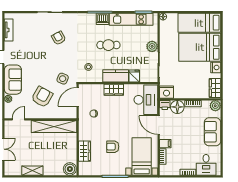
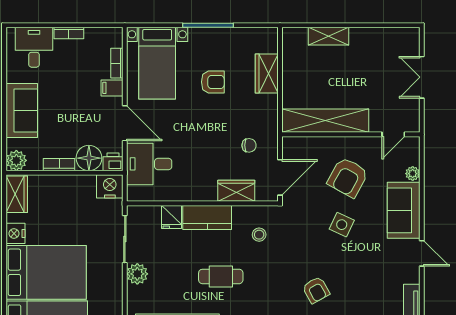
side table: (63, 79) -> (342, 225), moved
wardrobe: (114, 90) -> (236, 191), moved
desk: (146, 100) -> (149, 164), width x0.73
boiler: (70, 169) -> (295, 39), removed
shelving: (32, 171) -> (329, 36), moved

